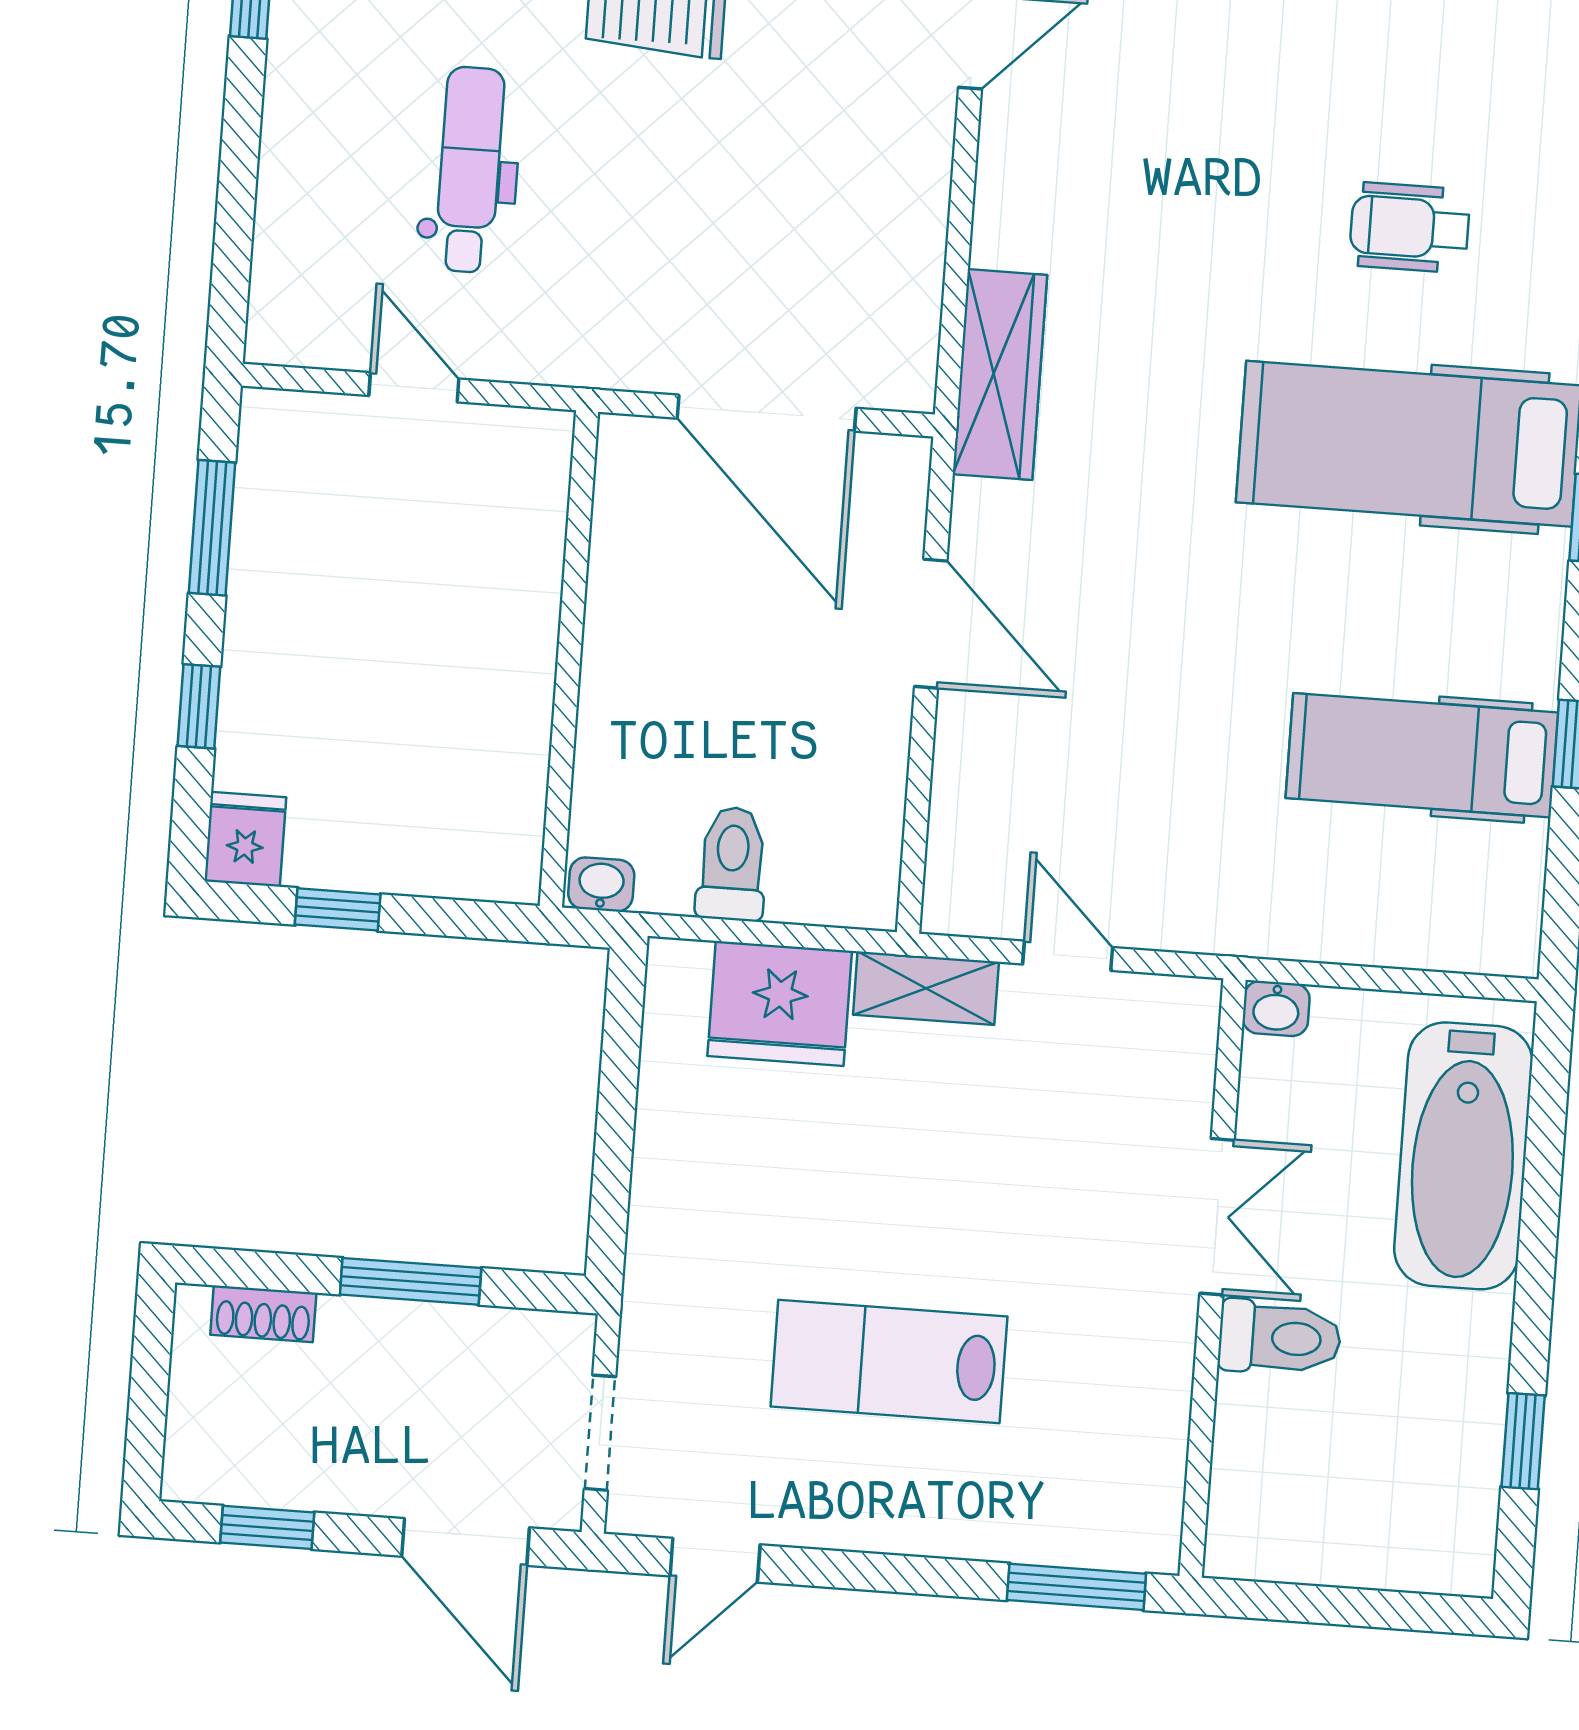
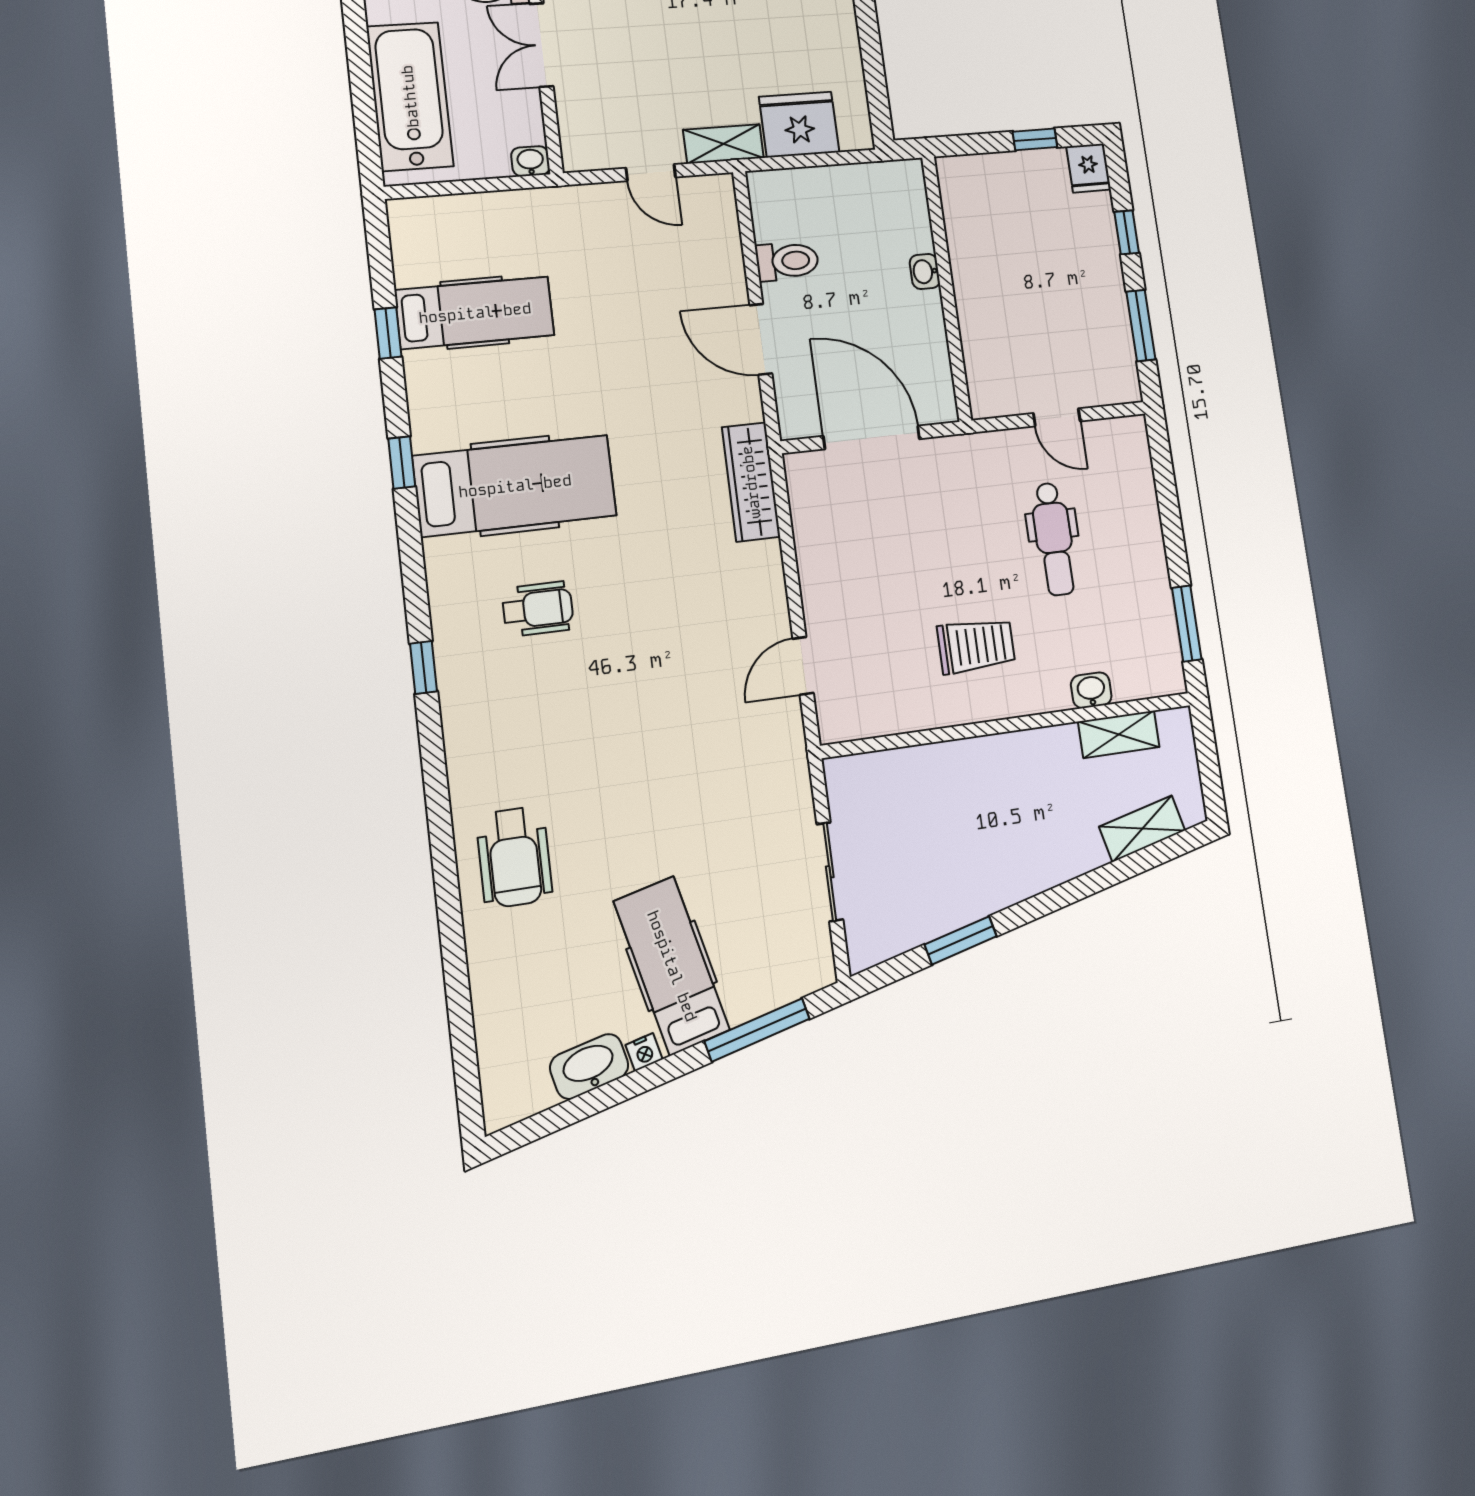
toilet: (732, 864) -> (787, 261), moved, turned -90
washbasin: (601, 884) -> (925, 271), moved, turned 90

